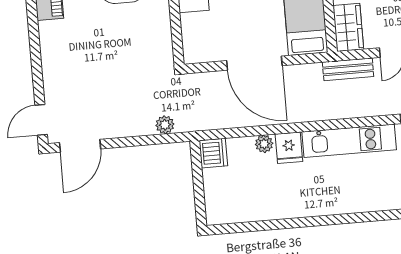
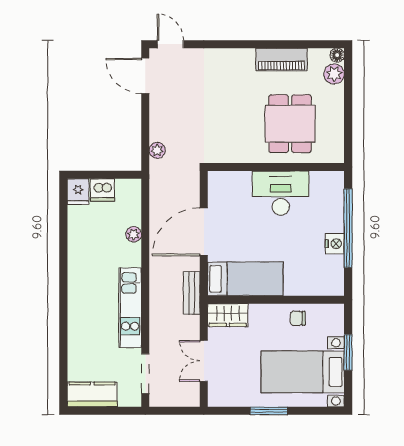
bench: (348, 69) -> (192, 293), moved
fridge: (289, 148) -> (78, 192), moved, turned -90
dishwasher: (213, 153) -> (102, 190), moved

